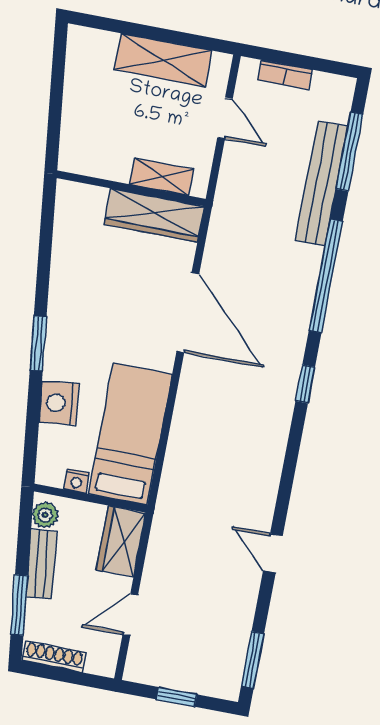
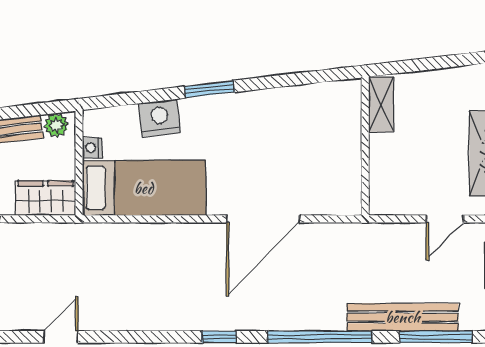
shelving: (162, 177) -> (381, 104), moved
wardrobe: (154, 215) -> (345, 172), removed

